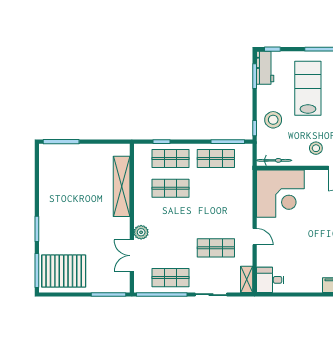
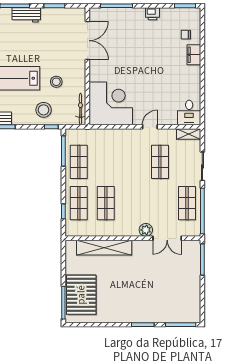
stool: (316, 148) -> (56, 82), moved
pallet: (64, 271) -> (81, 295), moved

